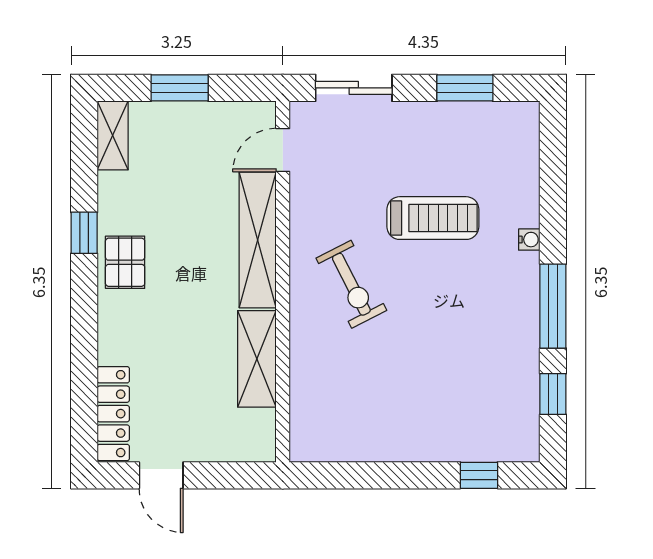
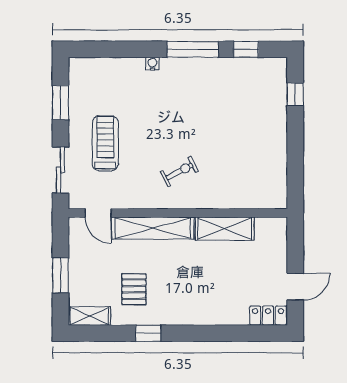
treadmill: (433, 218) -> (105, 143), moved
pallet: (125, 262) -> (134, 289), moved, turned 90
exercise bike: (351, 284) -> (179, 171), width x0.73, depth x0.72
locker: (113, 414) -> (268, 316), width x0.66

